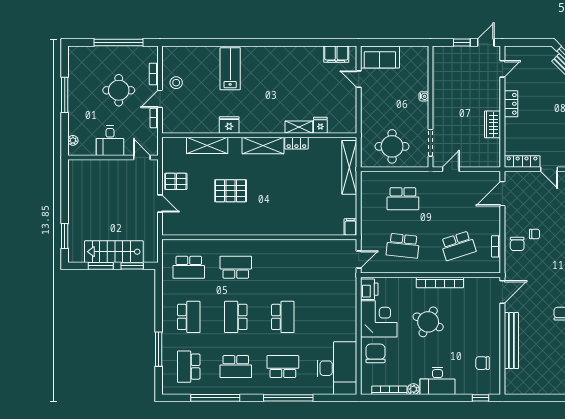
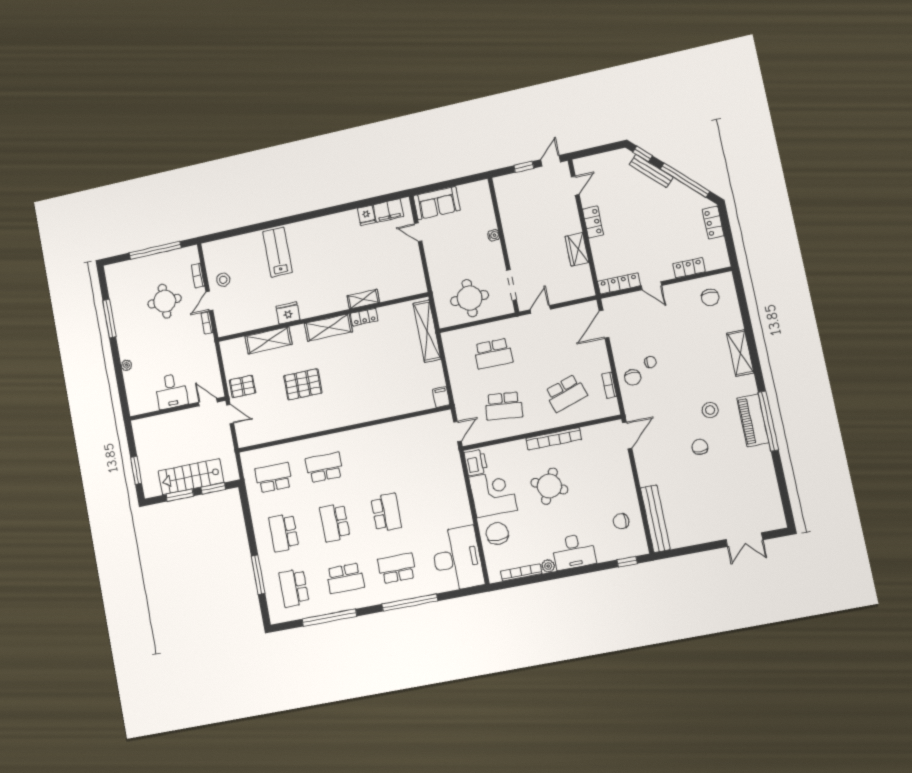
fridge: (320, 125) -> (366, 215), moved, turned 180
desk: (110, 141) -> (171, 391), moved
wall: (113, 158) -> (178, 409), moved
door: (142, 158) -> (208, 402), moved
school desk: (189, 267) -> (274, 478), turned 180
school desk: (189, 317) -> (284, 533), turned 180
bench: (511, 341) -> (655, 519), moved

